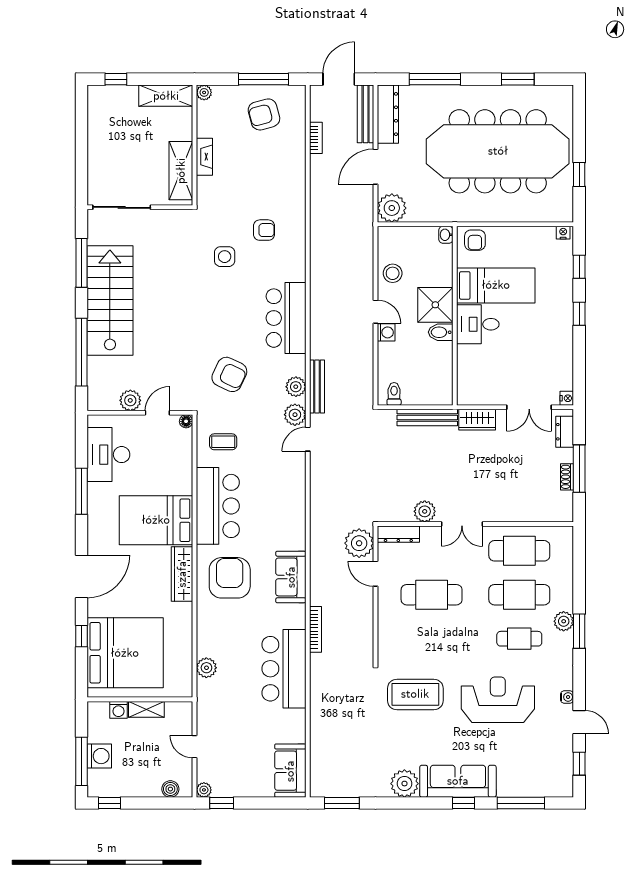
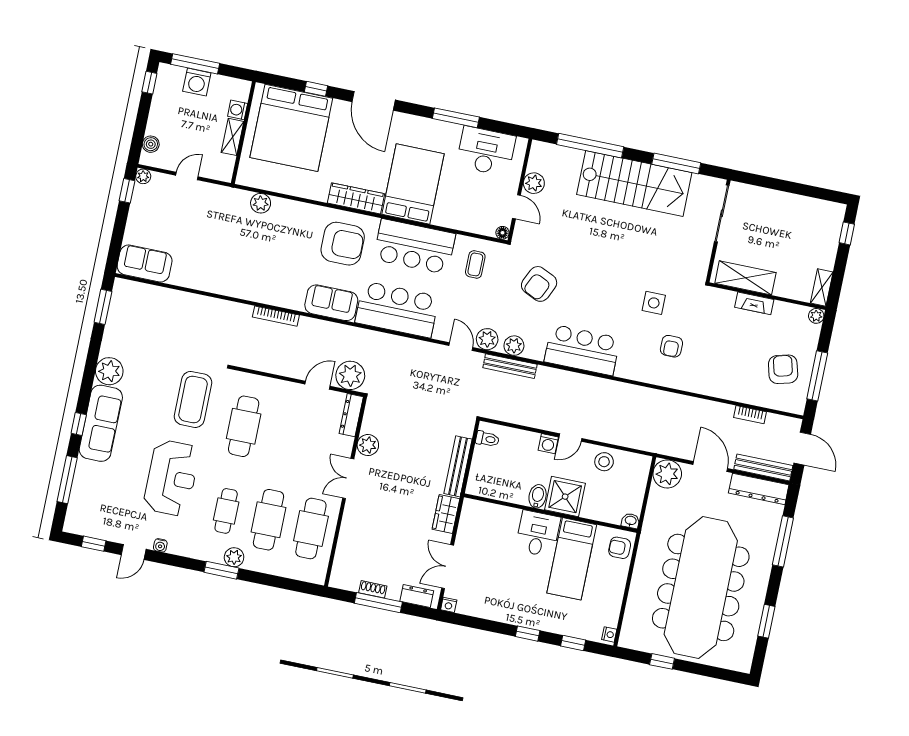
shelving: (166, 96) -> (822, 287), width x0.67, depth x0.75
cafe table: (432, 595) -> (244, 426), moved
bar counter: (284, 669) -> (397, 309), moved

